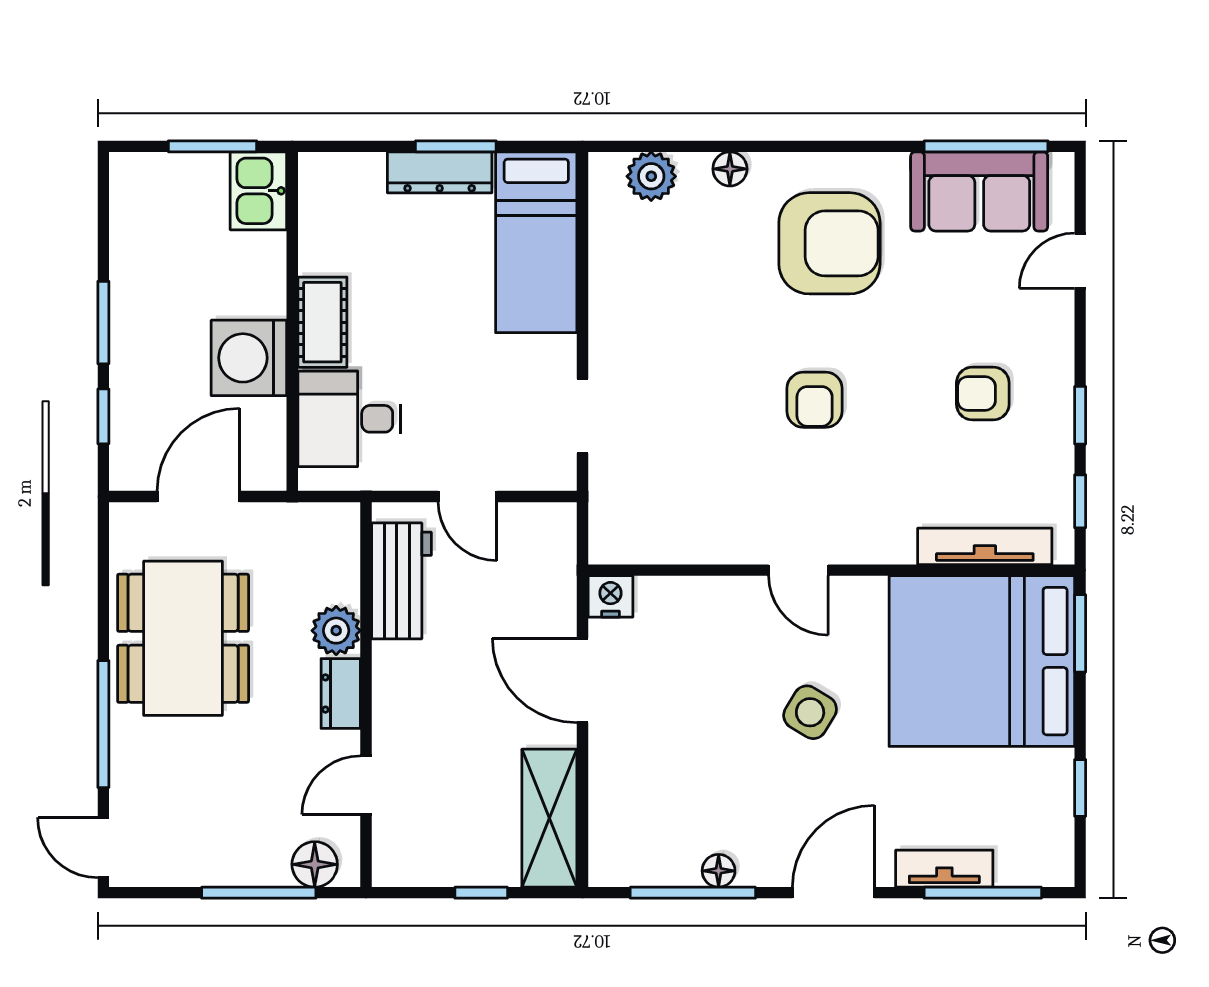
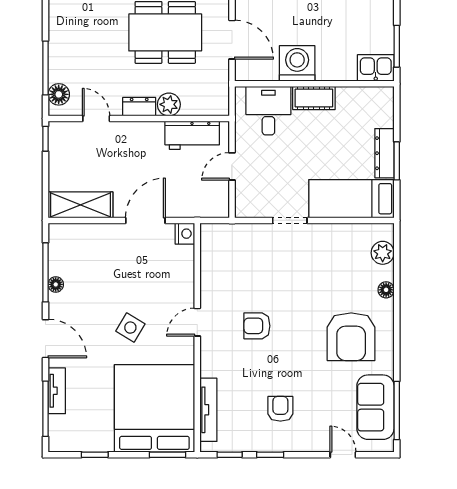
armchair: (815, 400) -> (257, 326), moved
doorway: (583, 416) -> (290, 220), moved
window: (481, 893) -> (45, 139), moved

